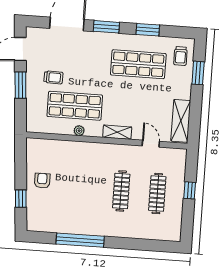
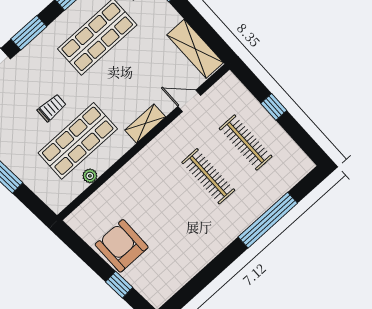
trolley: (53, 77) -> (52, 108), moved
plant: (79, 131) -> (90, 176), moved
armchair: (42, 181) -> (122, 246), width x1.88, depth x1.88
window: (80, 240) -> (268, 220), moved

